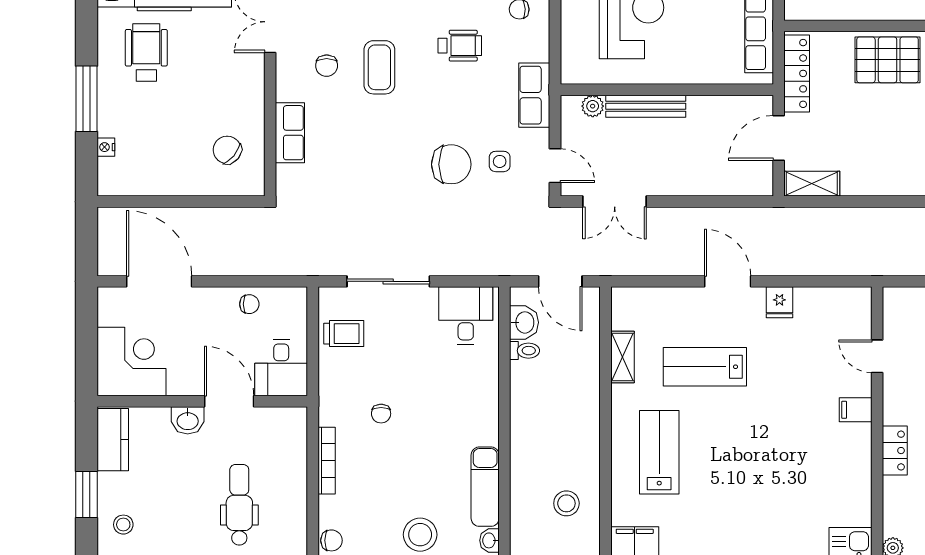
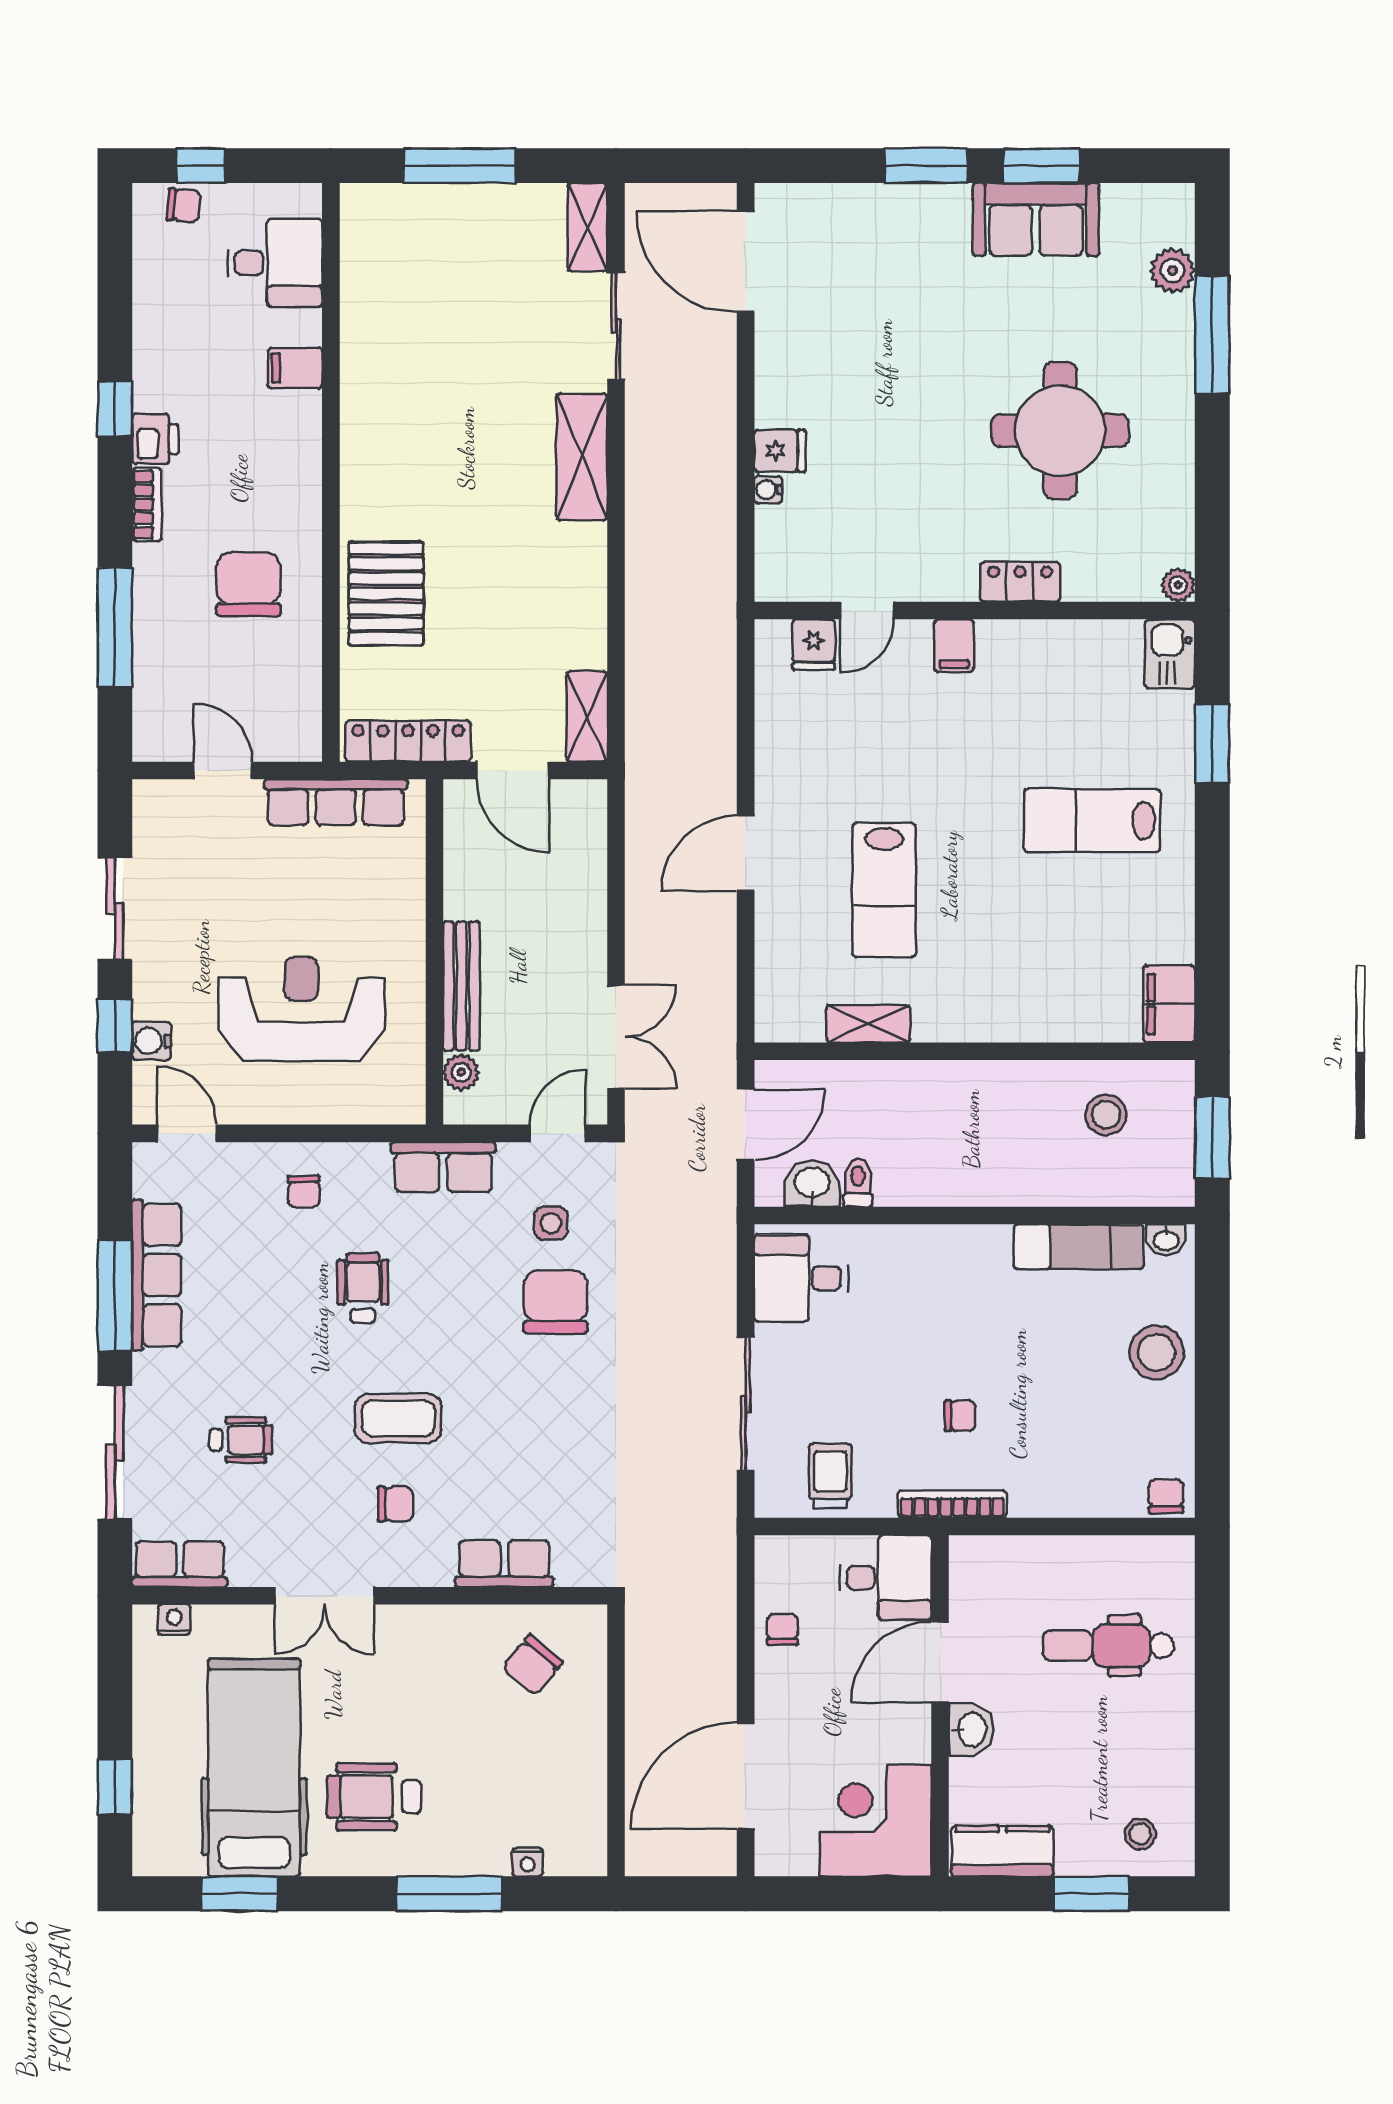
fridge: (779, 302) -> (814, 645), moved, turned 90
lab bench: (659, 452) -> (1092, 821), moved
bookcase: (327, 461) -> (952, 1504), moved

